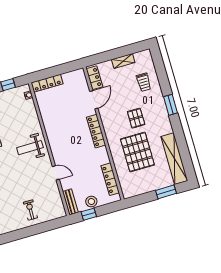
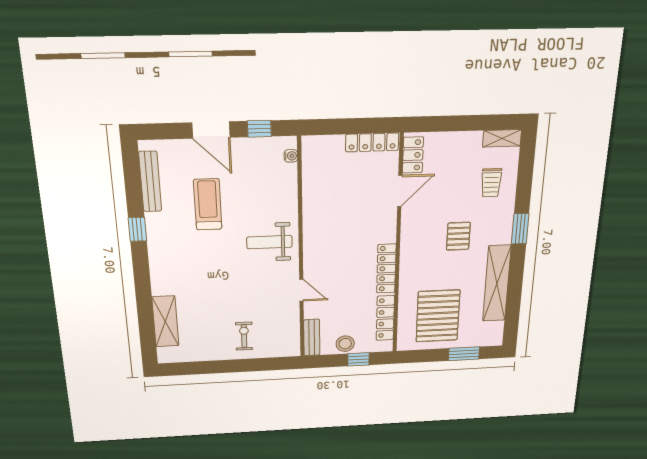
shelving: (123, 61) -> (502, 138), moved
locker: (47, 83) -> (372, 142), moved
locker: (96, 131) -> (386, 269), moved
pallet: (137, 152) -> (438, 316), moved
shelving: (174, 159) -> (497, 284), moved
window: (89, 214) -> (358, 359), moved

